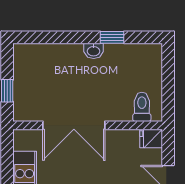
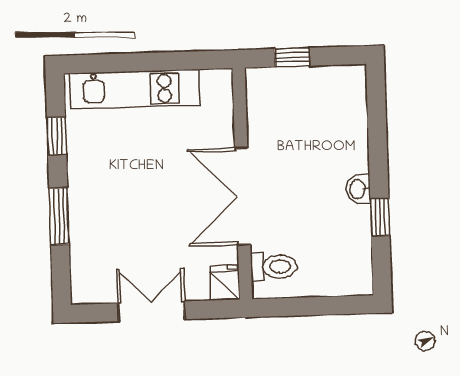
double door: (74, 125) -> (243, 196), moved

